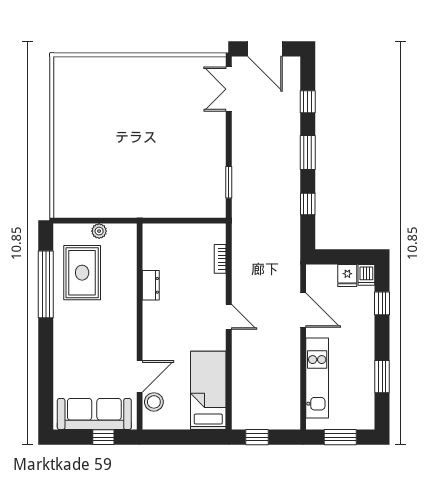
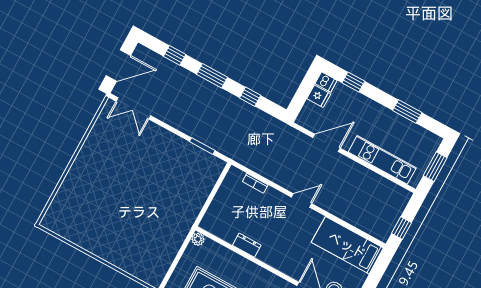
plant: (99, 231) -> (198, 239), moved

